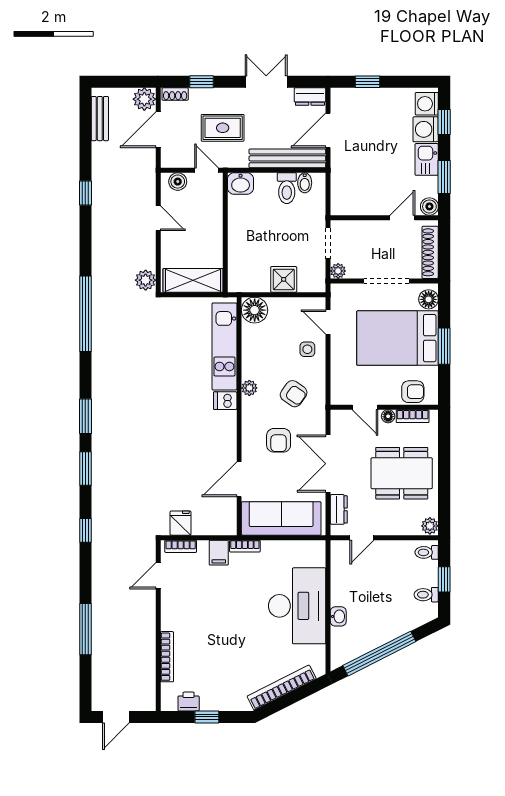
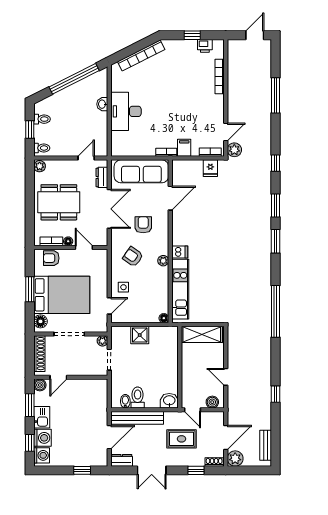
plant: (146, 280) -> (234, 150), moved
floor lamp: (255, 310) -> (164, 318), width x0.53, depth x0.53
door: (328, 322) -> (109, 306), hinge flipped
desk: (297, 606) -> (126, 111), width x0.73, depth x0.77

